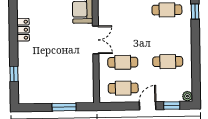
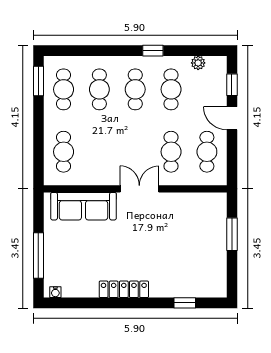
window: (195, 12) -> (153, 51), moved
locker: (23, 30) -> (124, 289), width x1.53
cafe table: (167, 36) -> (135, 89), added
plant: (187, 96) -> (198, 63), moved

